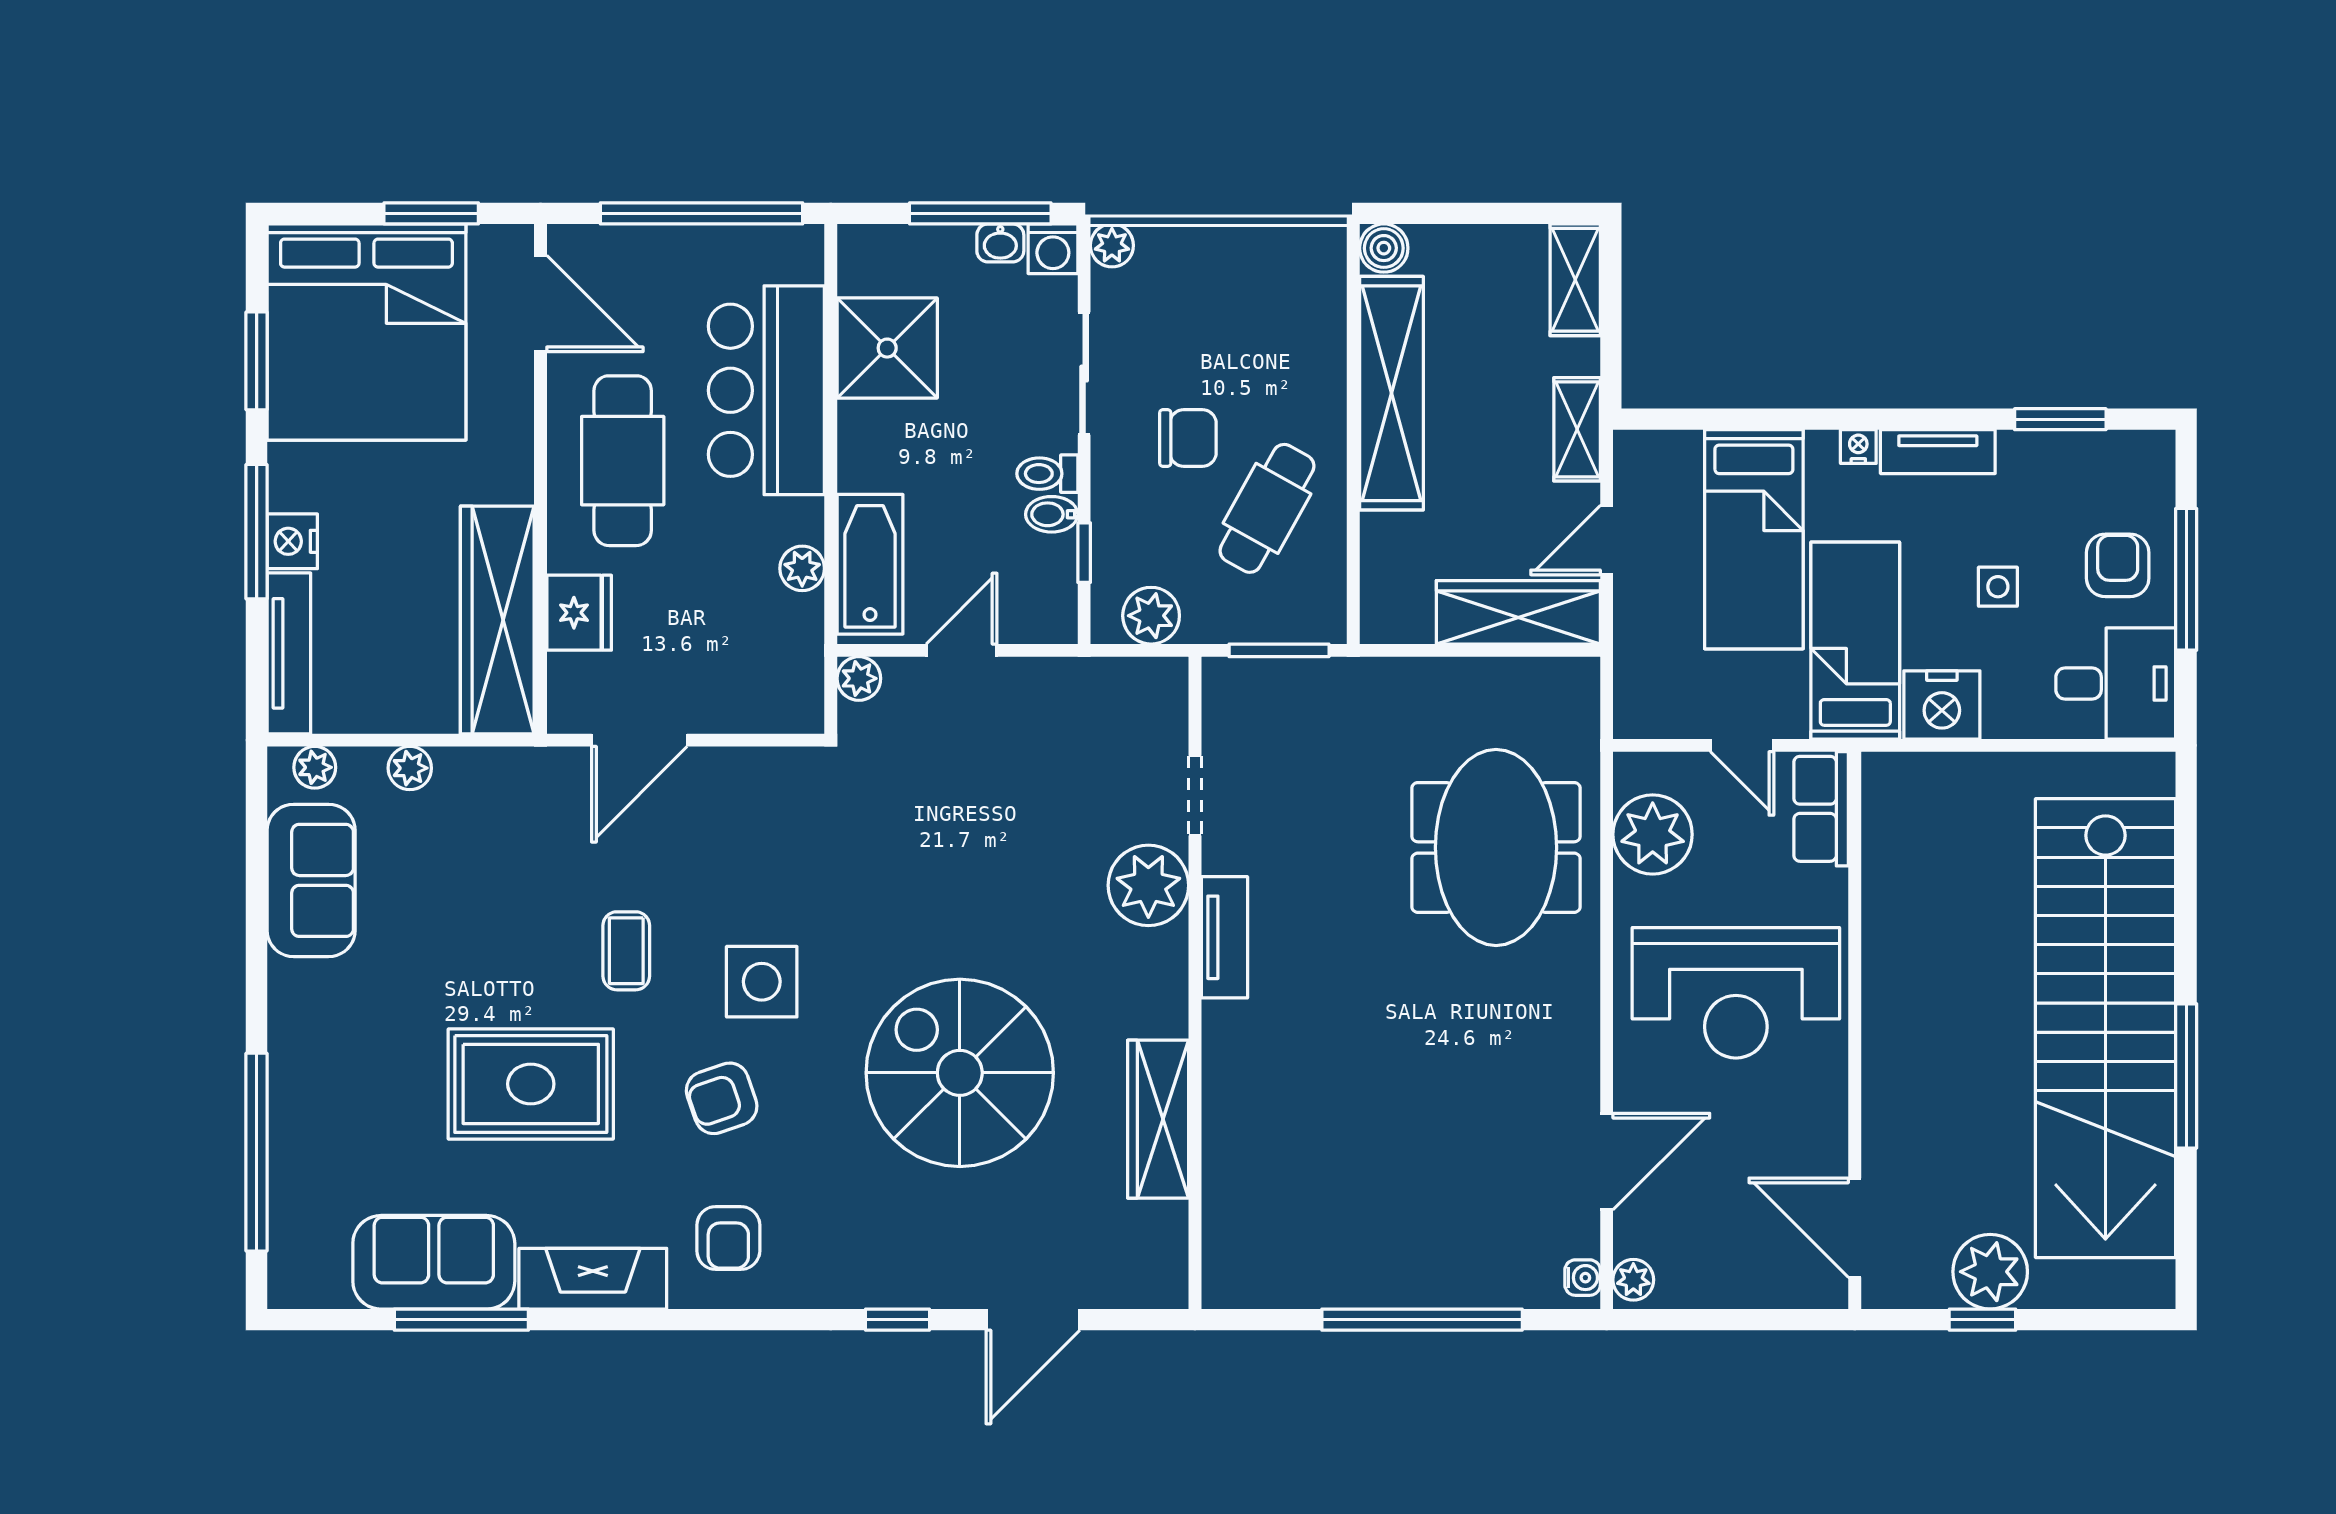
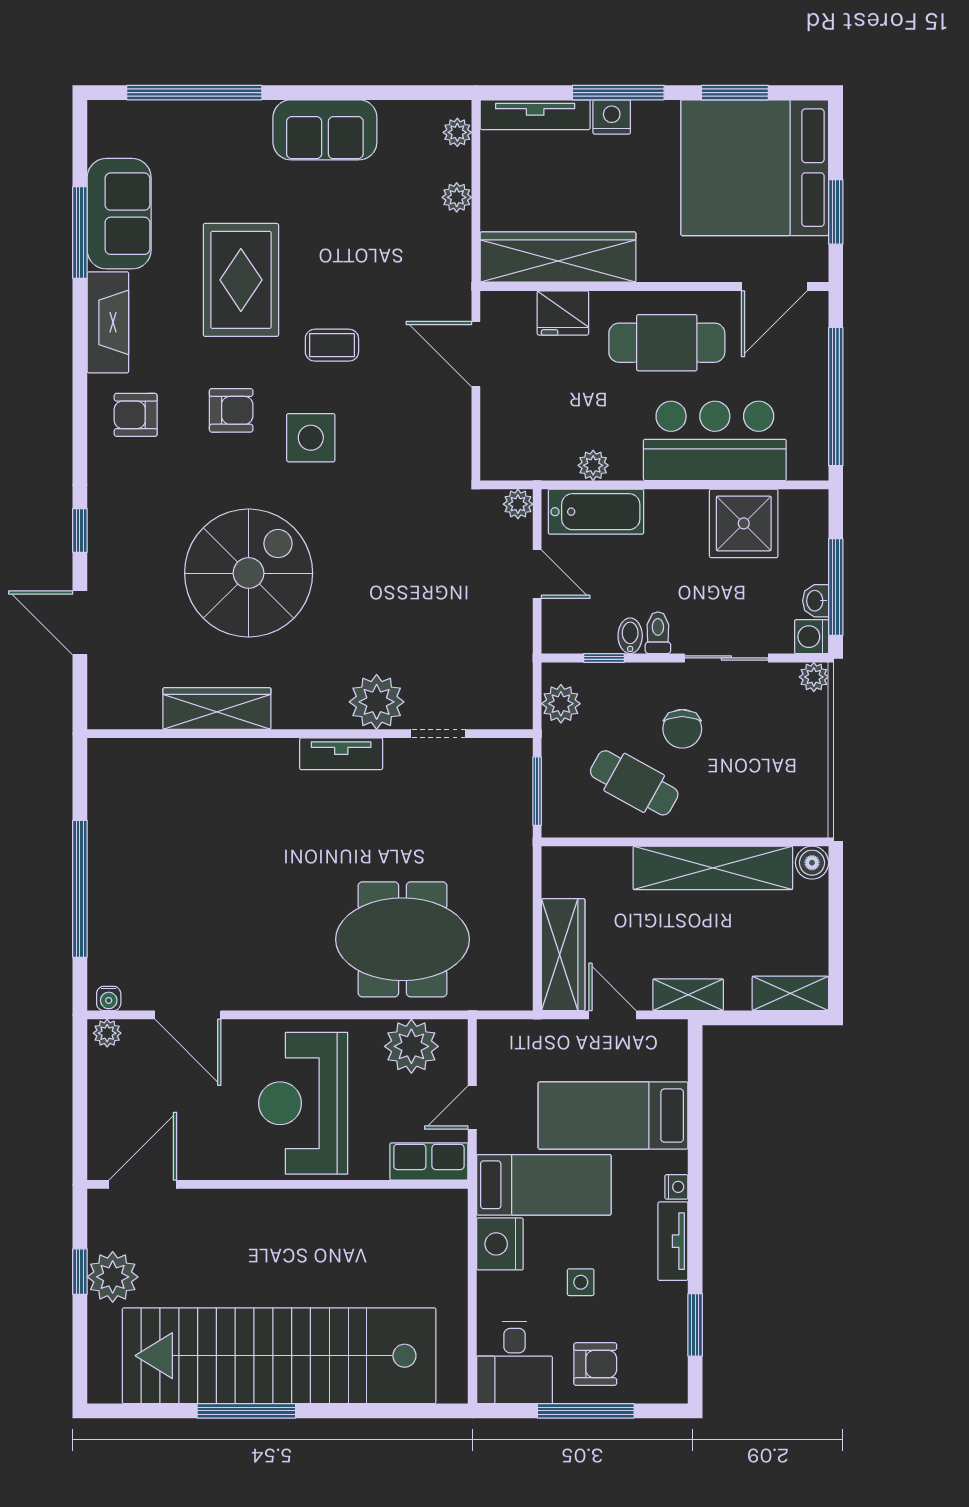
sofa: (311, 880) -> (325, 130), moved
armchair: (722, 1098) -> (231, 410), turned 109

